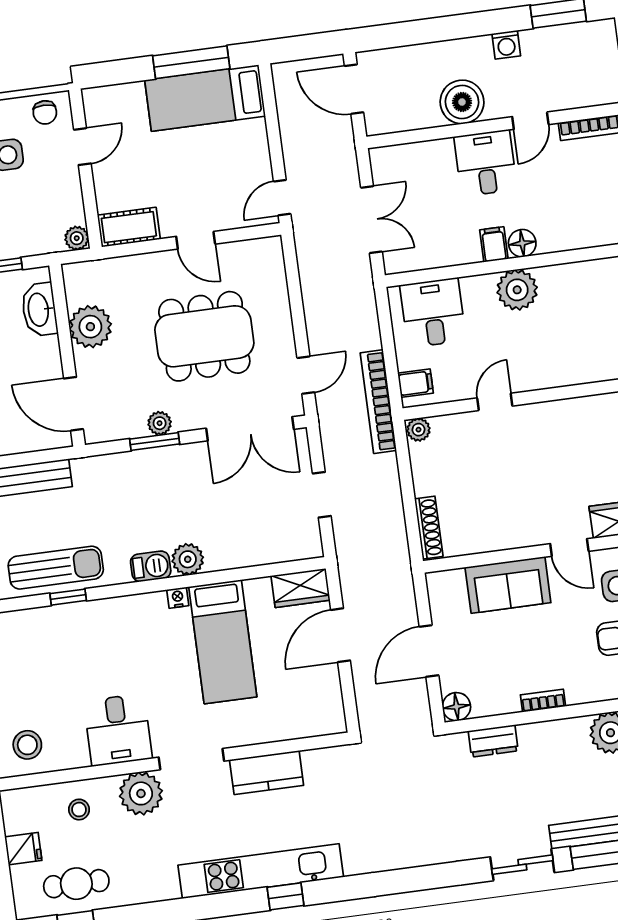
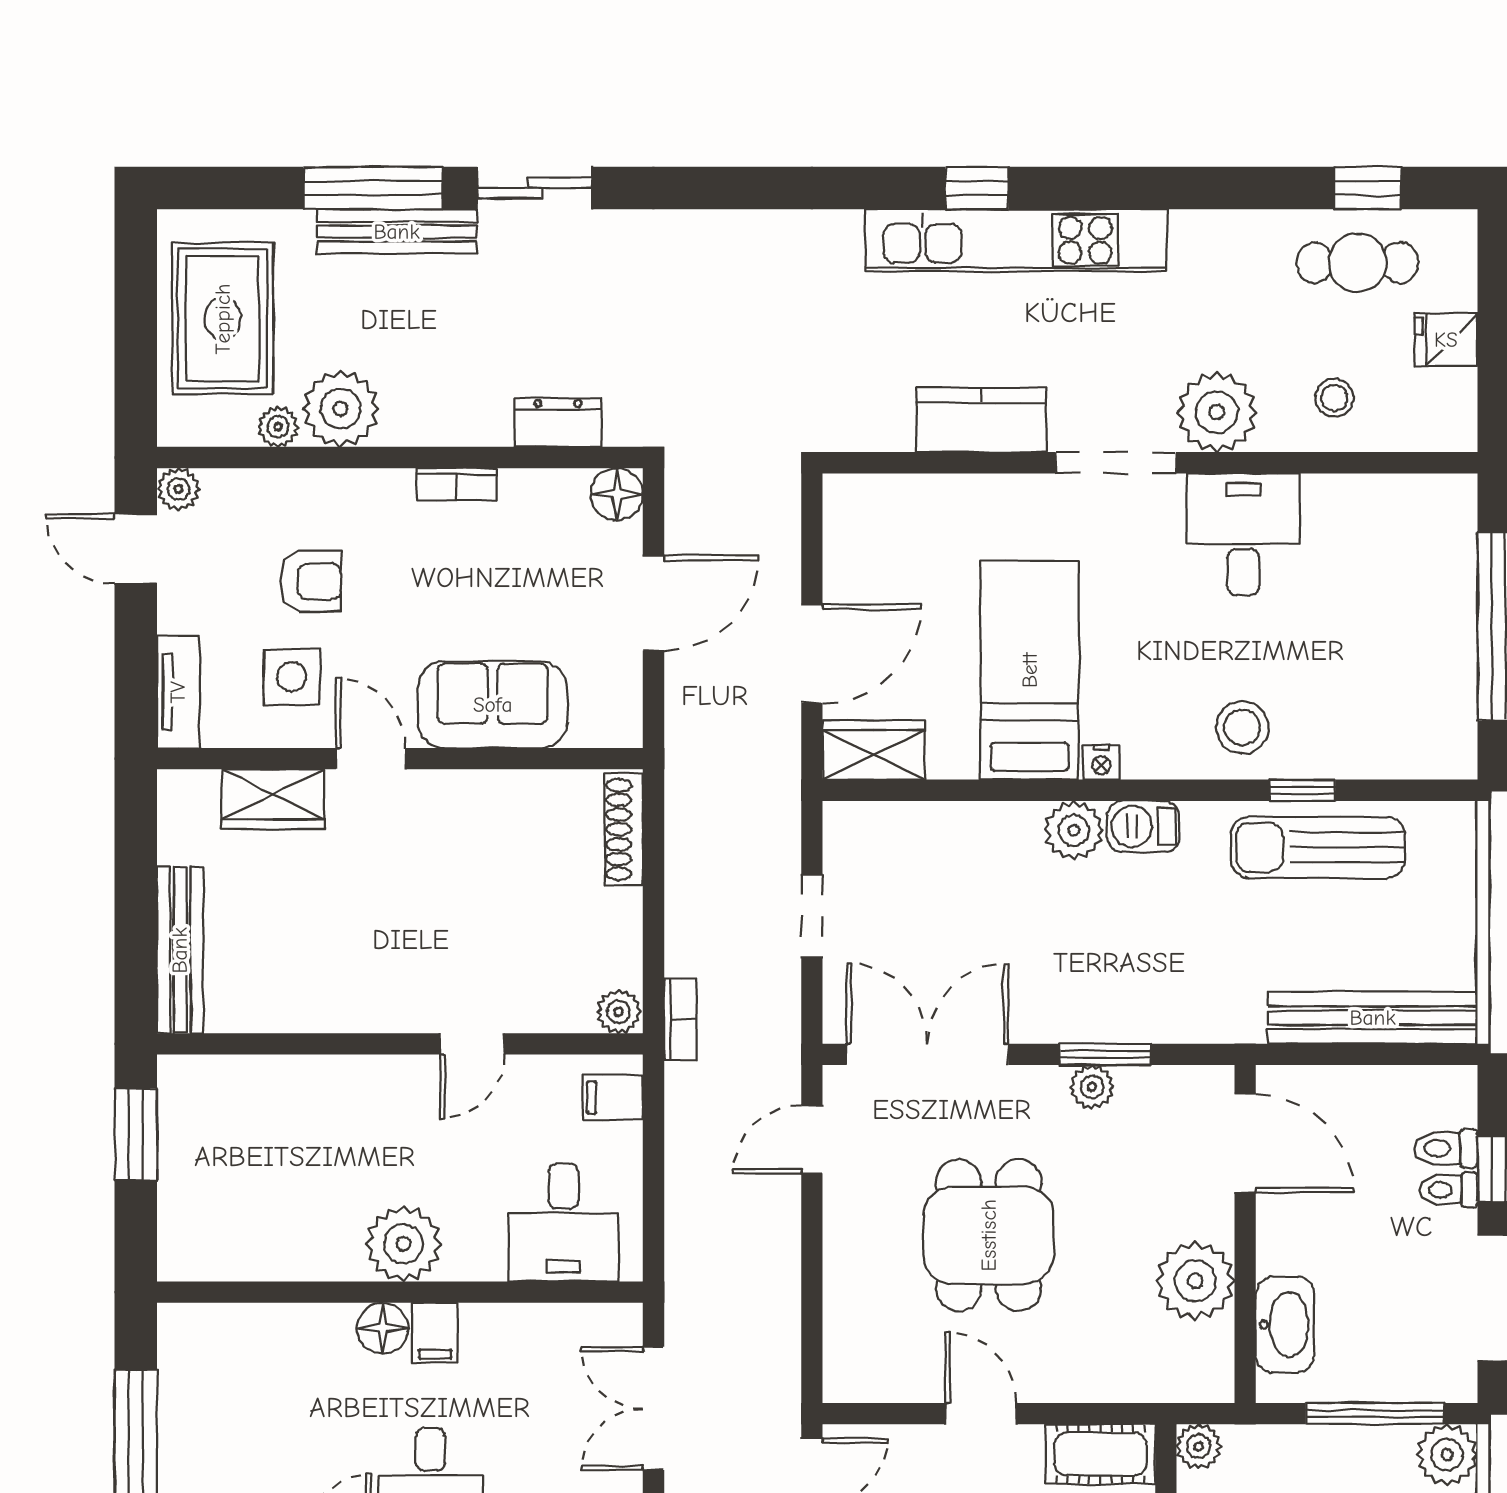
dining table: (204, 336) -> (989, 1235), width x0.73
bookcase: (378, 402) -> (680, 1019), width x0.43, depth x0.76
stool: (27, 745) -> (1242, 727), moved

